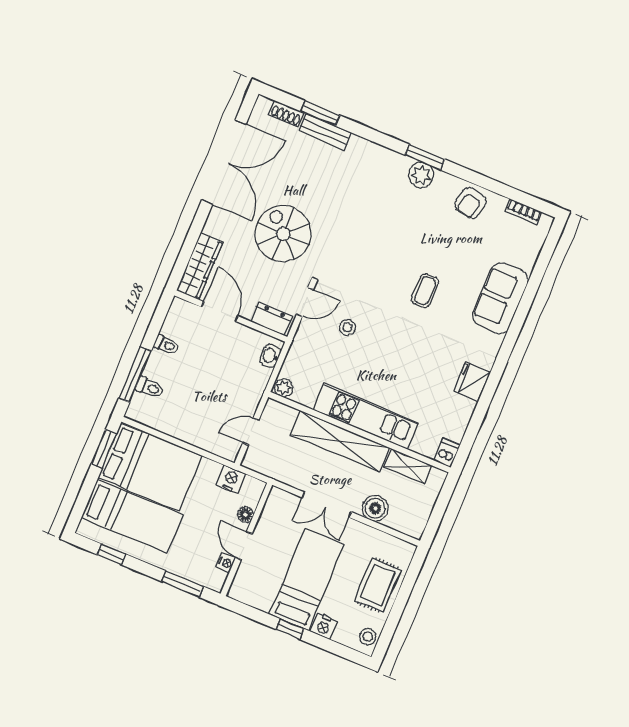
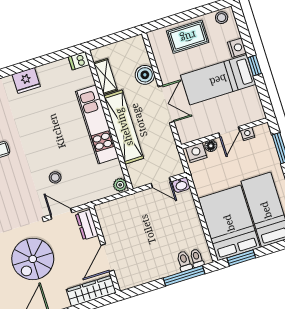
toilet: (166, 345) -> (197, 258), moved
washbasin: (270, 356) -> (181, 185), moved
nightstand: (231, 479) -> (196, 153), moved, turned 90

